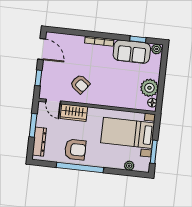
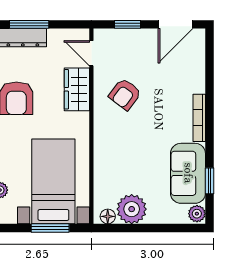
door: (53, 101) -> (91, 53), hinge flipped
window: (33, 125) -> (29, 24), moved
window: (154, 152) -> (50, 228), moved

